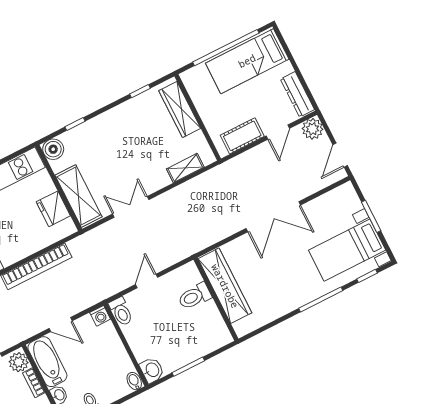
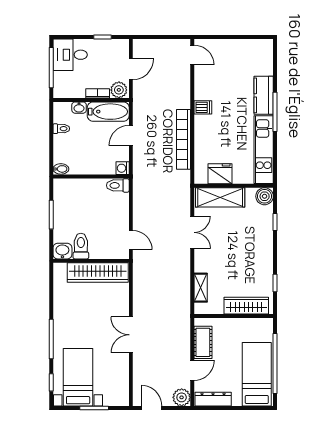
door: (278, 132) -> (192, 370), swing flipped
double door: (273, 217) -> (131, 335), width x0.73
door: (147, 281) -> (131, 240), moved
toilet: (195, 296) -> (81, 246), moved
washbasin: (152, 370) -> (62, 251), moved, turned 180

